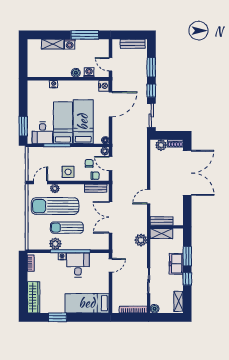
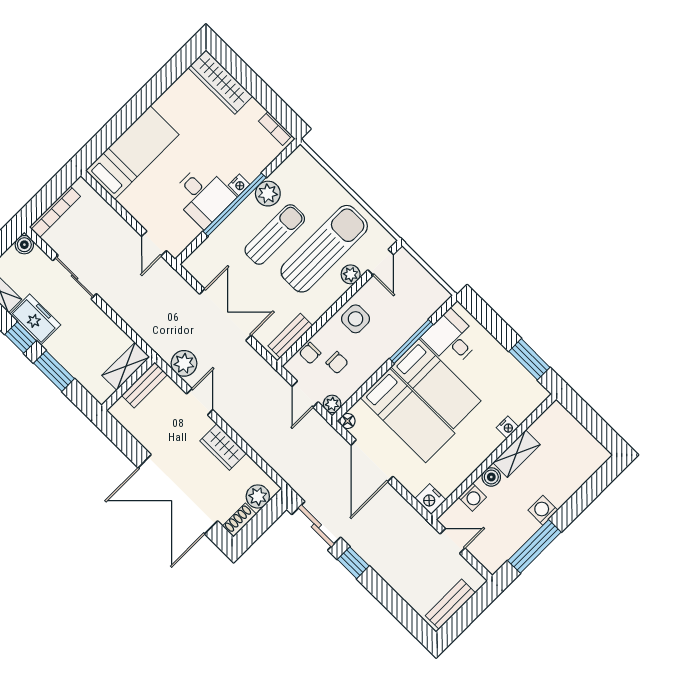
shelving: (53, 44) -> (516, 454), moved
window: (151, 67) -> (388, 597), removed
door: (111, 104) -> (372, 461), moved
window: (23, 126) -> (529, 359), moved
door: (111, 164) -> (305, 394), swing flipped
wardrobe: (156, 173) -> (223, 447), added
plant: (141, 240) -> (184, 363), moved
freezer: (176, 264) -> (35, 319), moved
window: (57, 317) -> (155, 88), removed

